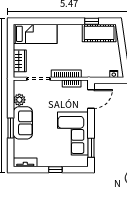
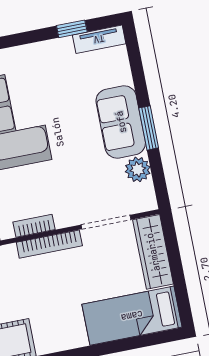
wardrobe: (20, 61) -> (153, 252), width x1.50
window: (11, 128) -> (149, 128), moved
window: (55, 170) -> (72, 29), moved

